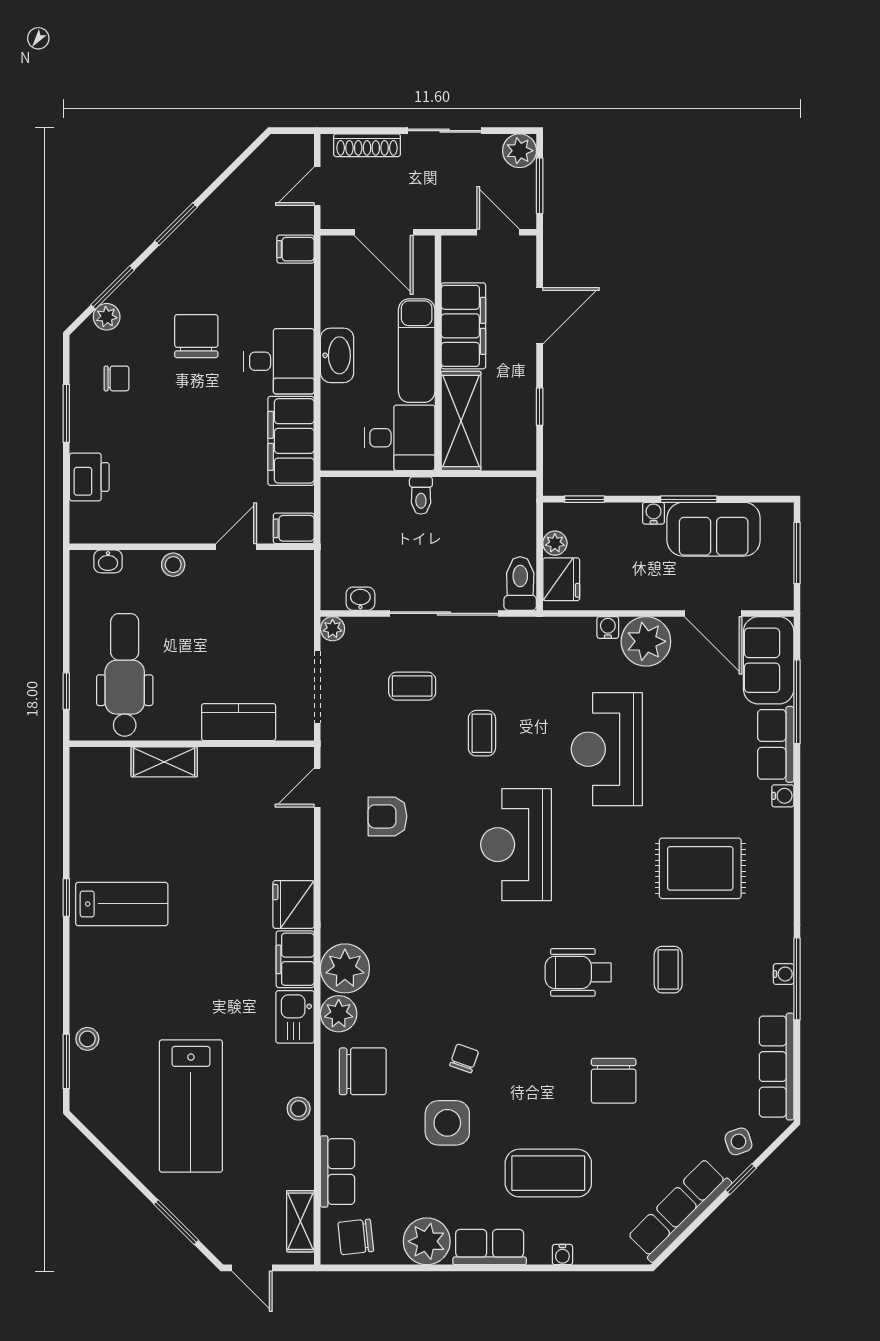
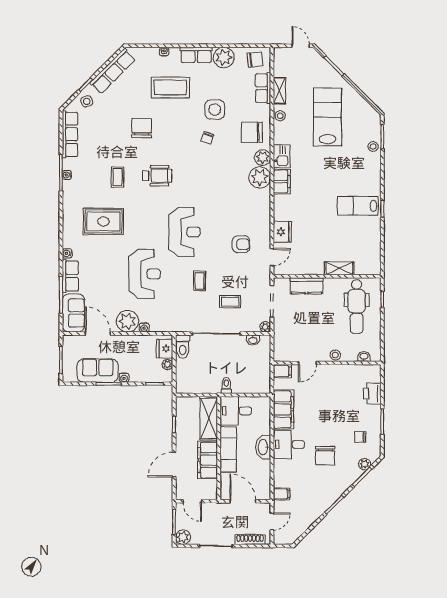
fridge: (293, 904) -> (282, 232), moved
shelving: (300, 1221) -> (279, 91), moved

